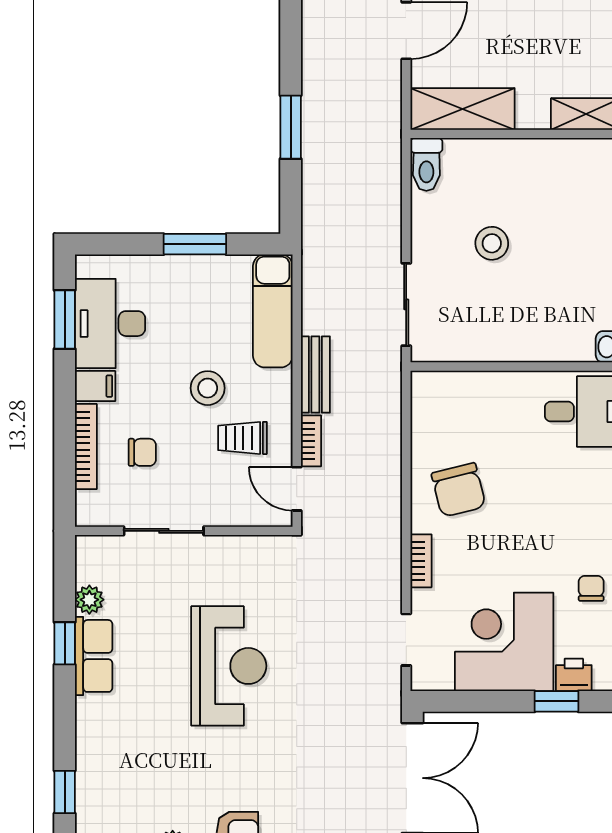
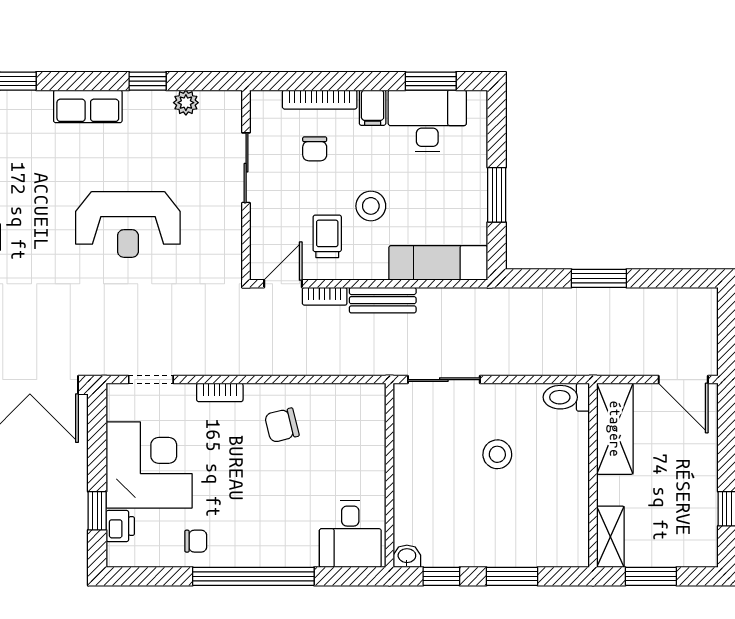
chair: (459, 490) -> (282, 425), width x0.73, depth x0.73
row of seats: (94, 656) -> (88, 106), moved

